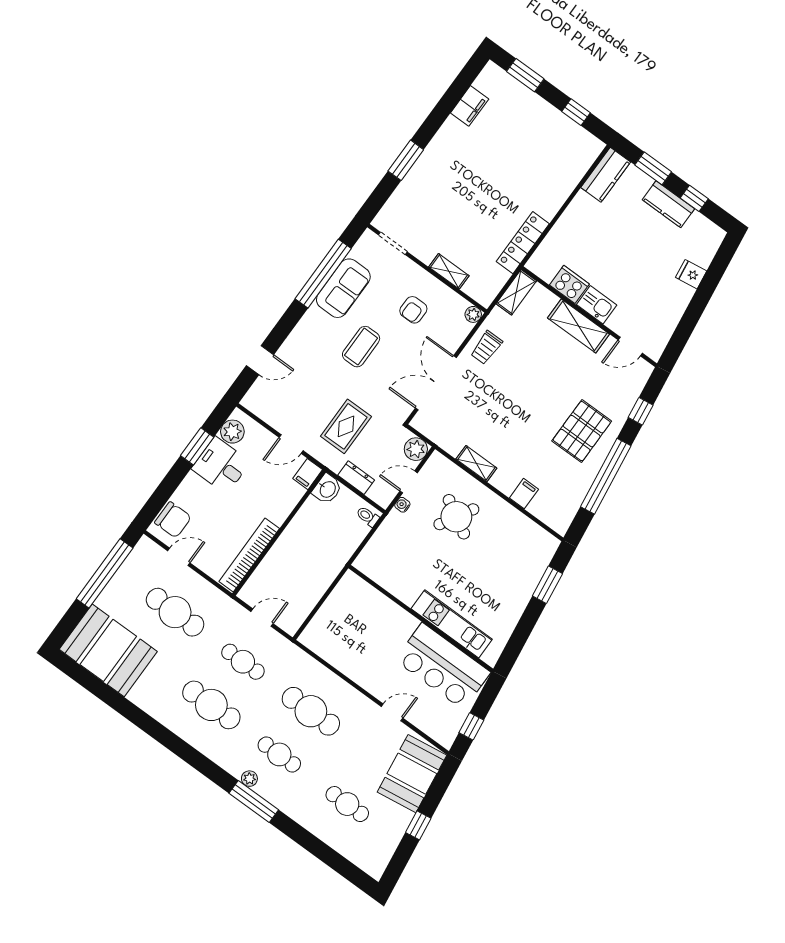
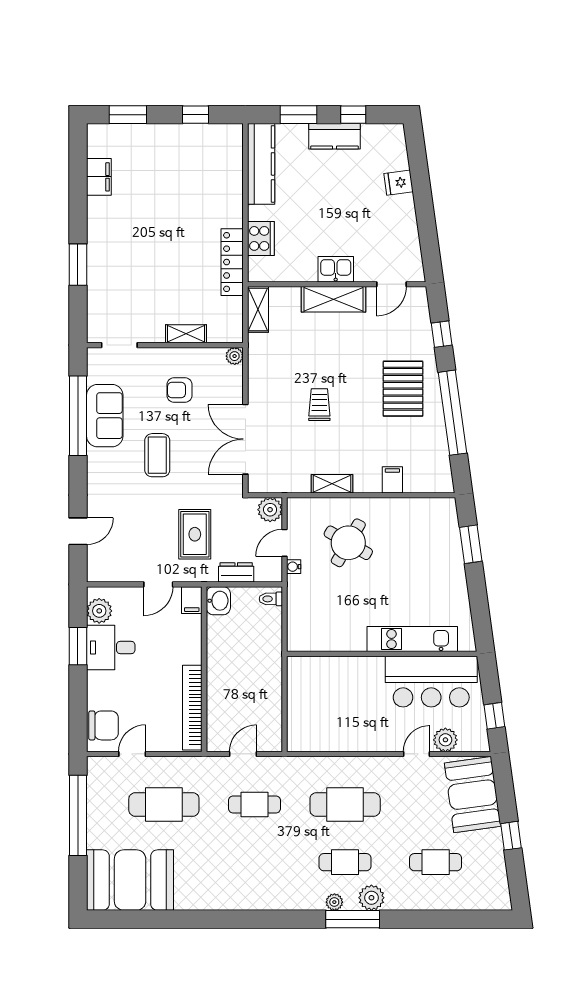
kitchen counter: (606, 175) -> (261, 164), width x1.50
cooker: (569, 284) -> (261, 238), moved, turned 90
armchair: (413, 310) -> (179, 390), turned 90
trolley: (486, 348) -> (319, 405), moved, turned 180
cafe table: (211, 705) -> (254, 862), removed
plant: (421, 718) -> (445, 740), added
plant: (280, 796) -> (371, 898), added

